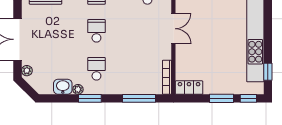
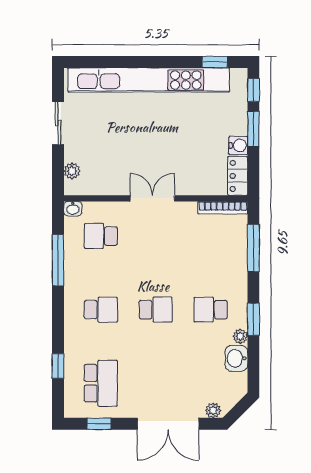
school desk: (96, 31) -> (156, 310), turned 180
water cooler: (210, 88) -> (238, 145), added

